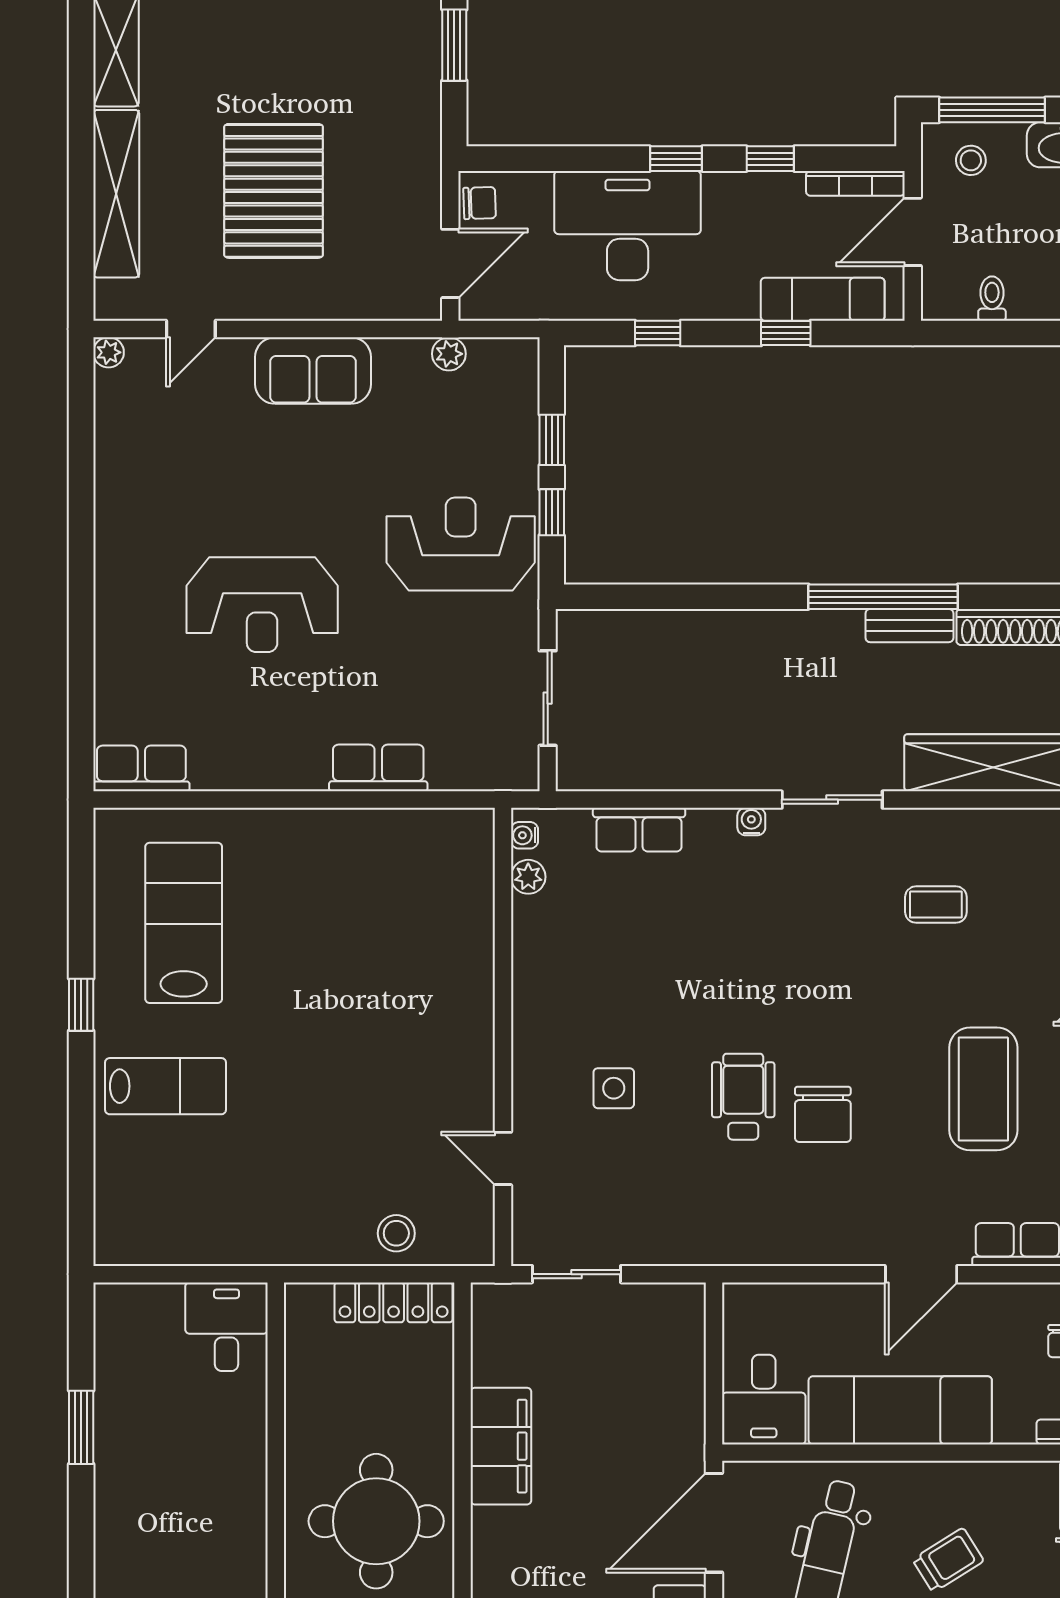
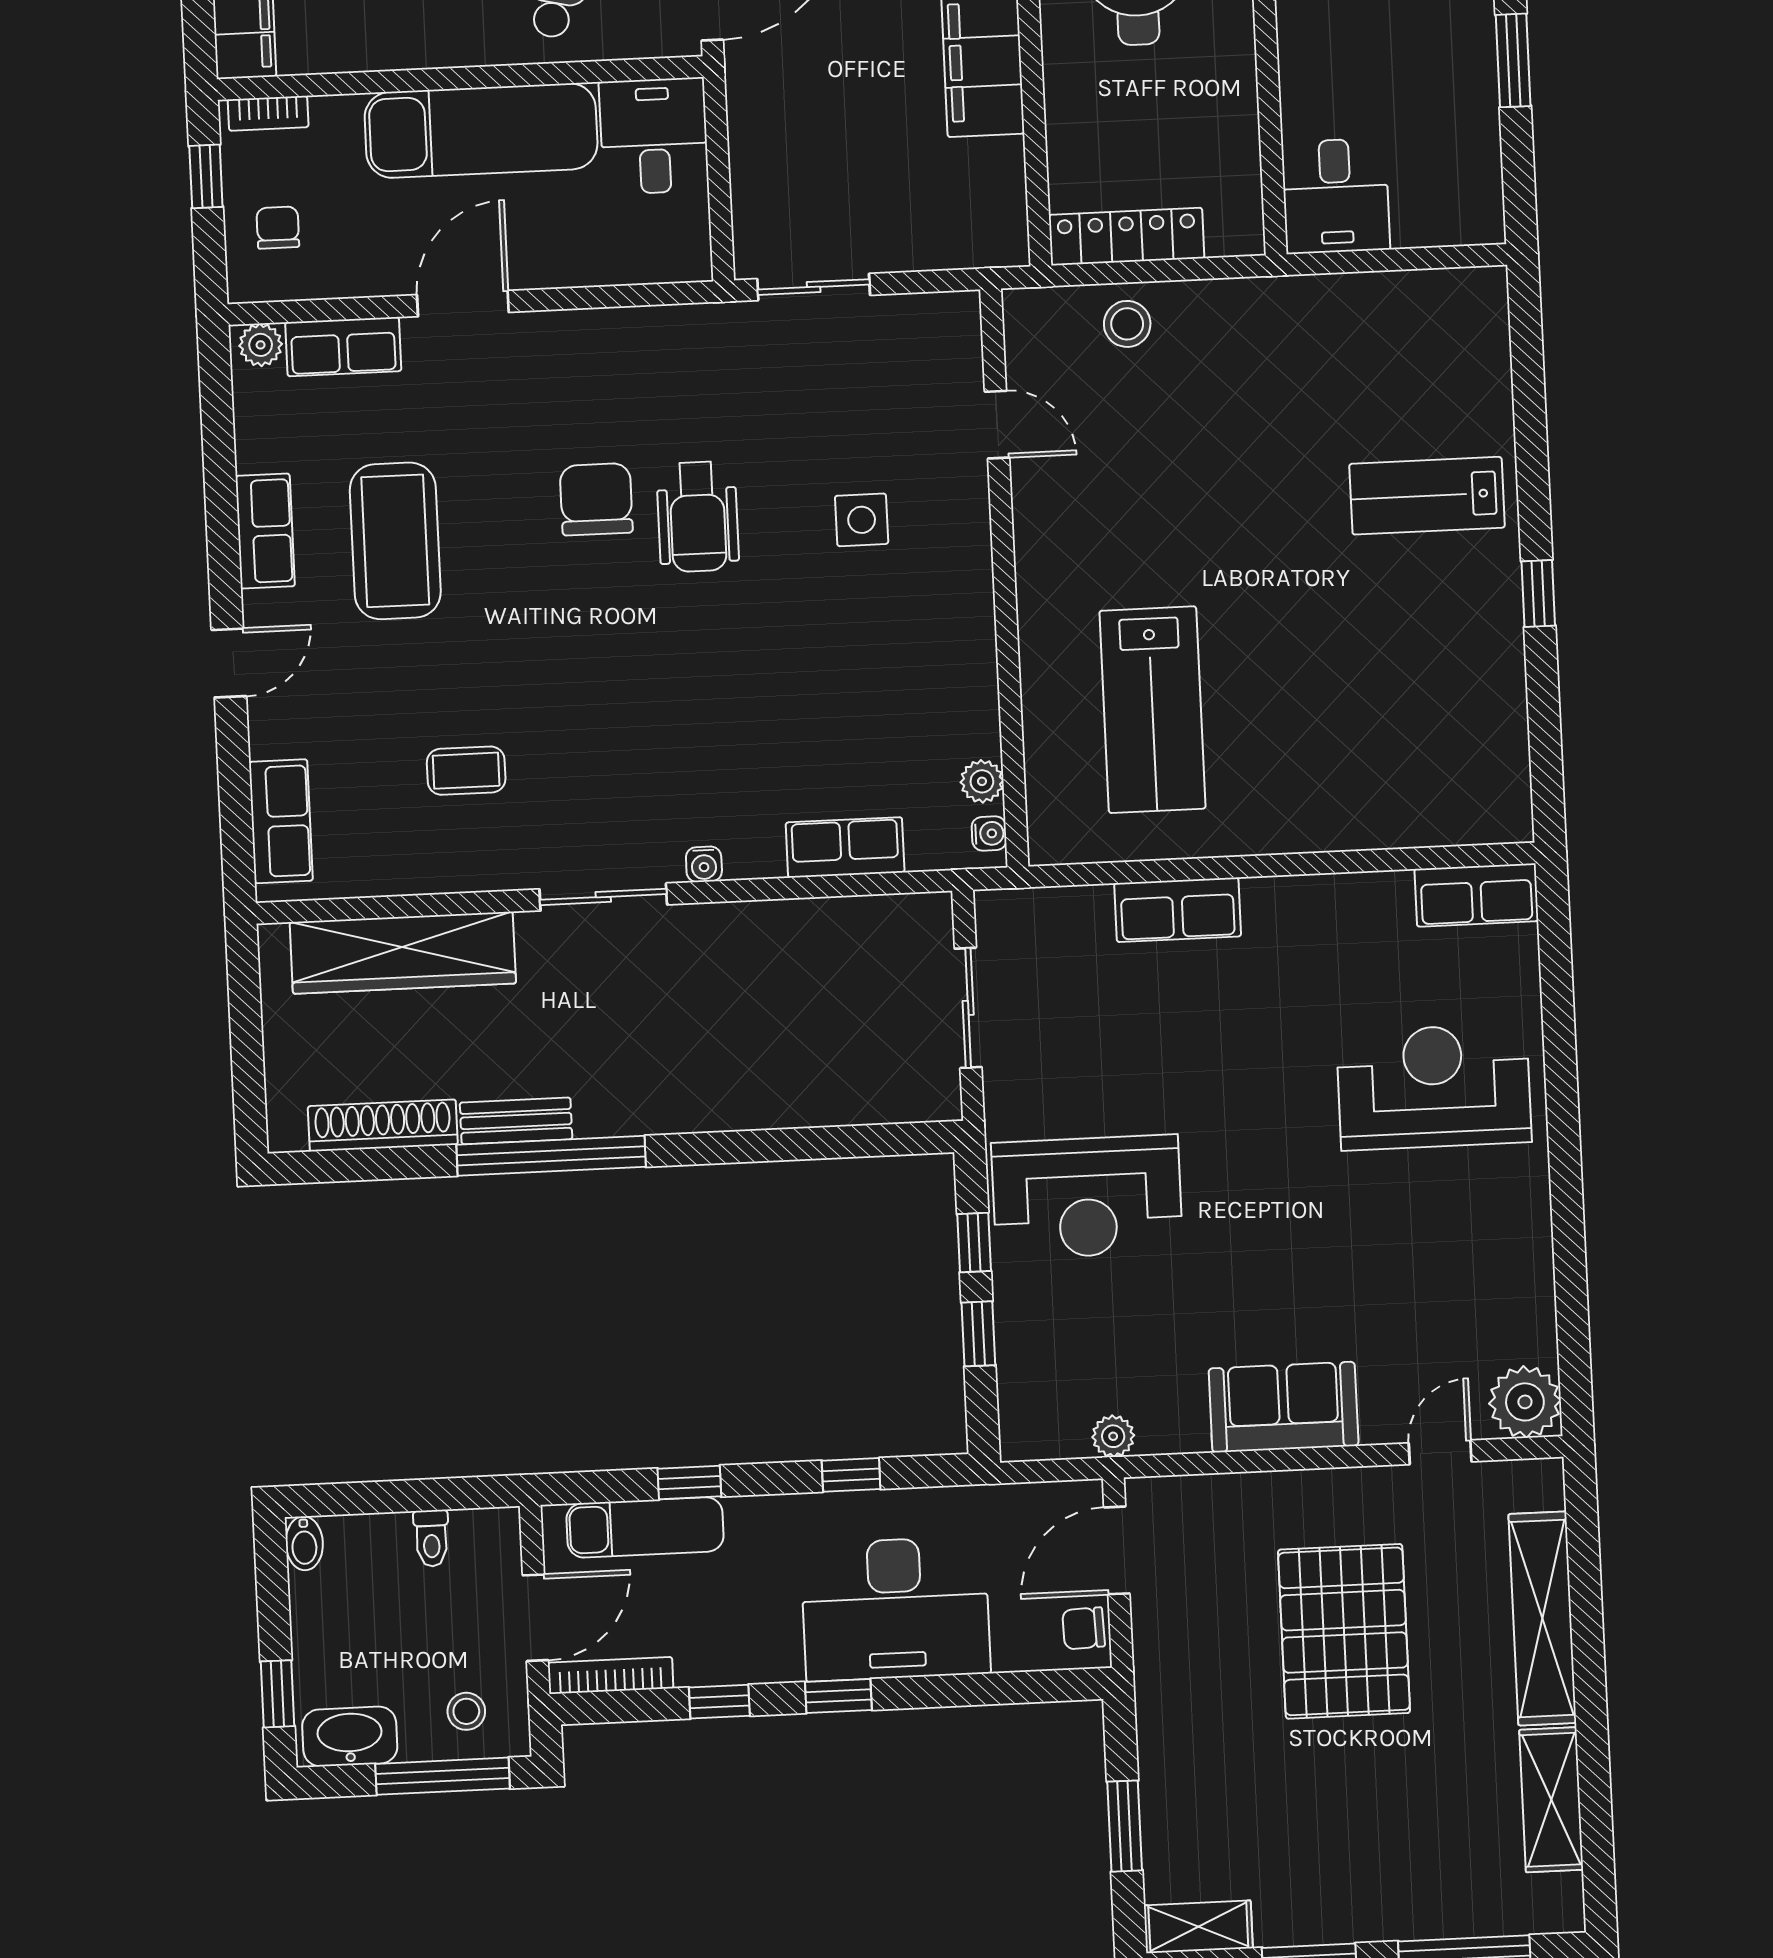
plant: (109, 352) -> (1525, 1402), width x1.88, depth x1.88
reception desk: (262, 605) -> (1434, 1087), moved
lab bench: (184, 923) -> (1152, 710), moved
sliding door: (577, 1274) -> (814, 287), moved

